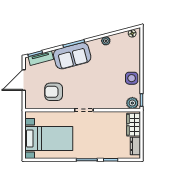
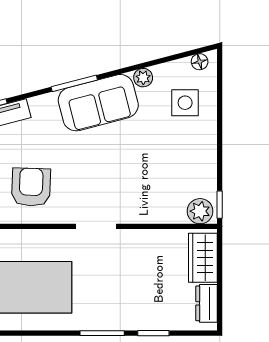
sofa: (72, 56) -> (98, 103), moved
side table: (132, 78) -> (185, 103), moved
armchair: (54, 92) -> (31, 187), turned 92

